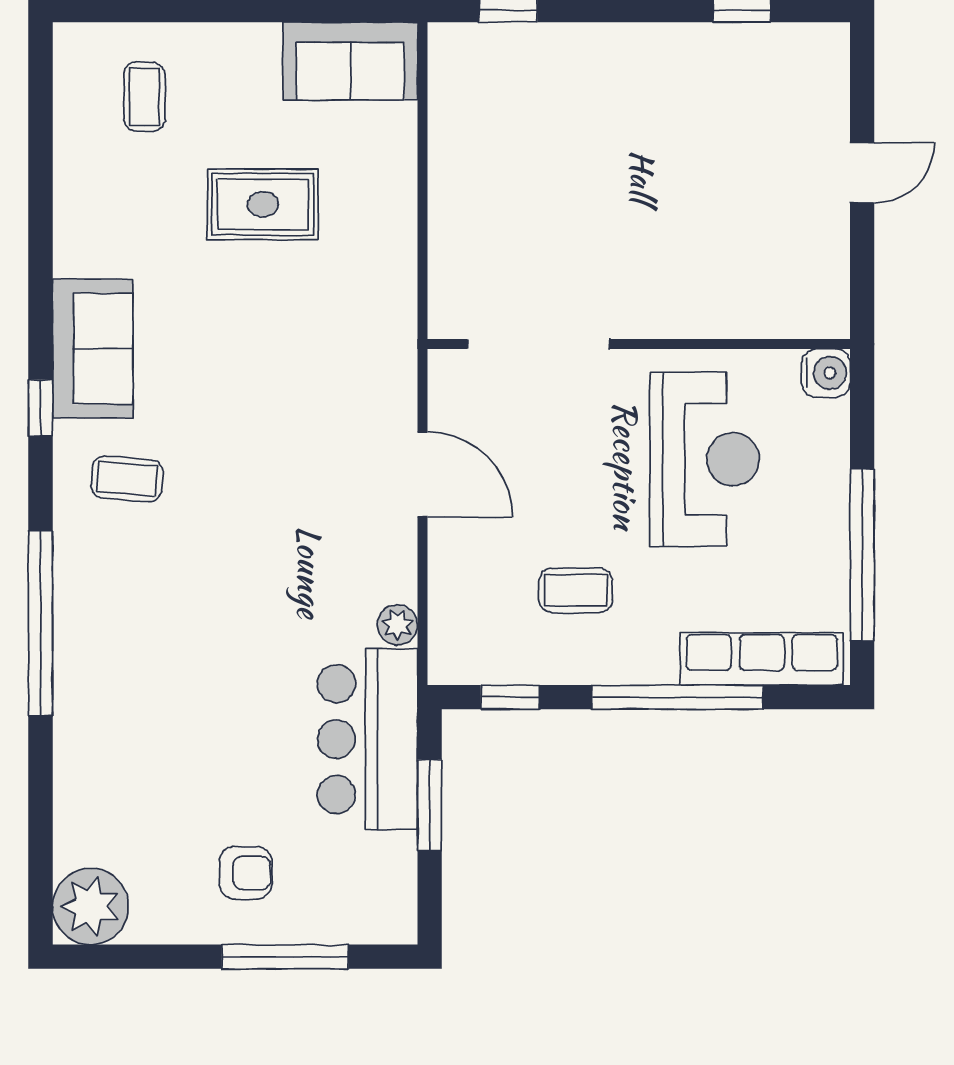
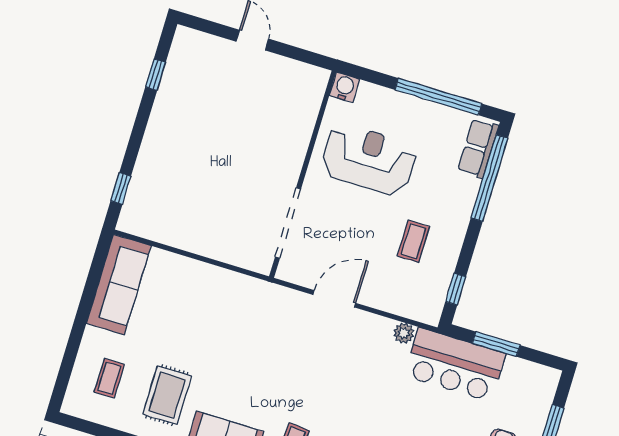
sofa: (350, 61) -> (119, 285), width x1.36
coffee table: (144, 97) -> (109, 378), turned 90
rug: (263, 204) -> (167, 395), moved
row of seats: (762, 659) -> (478, 148), width x0.68
window: (677, 697) -> (489, 178), moved

